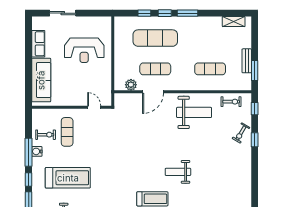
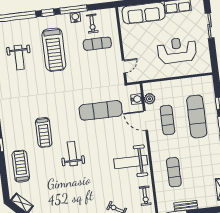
reception desk: (84, 50) -> (177, 50), turned 90
water cooler: (130, 98) -> (136, 99), added
weight bench: (194, 112) -> (131, 162), turned 90
exercise mat: (137, 137) -> (101, 110), added

